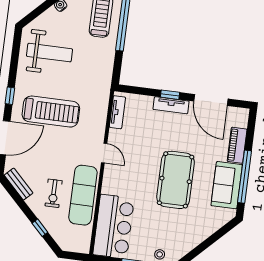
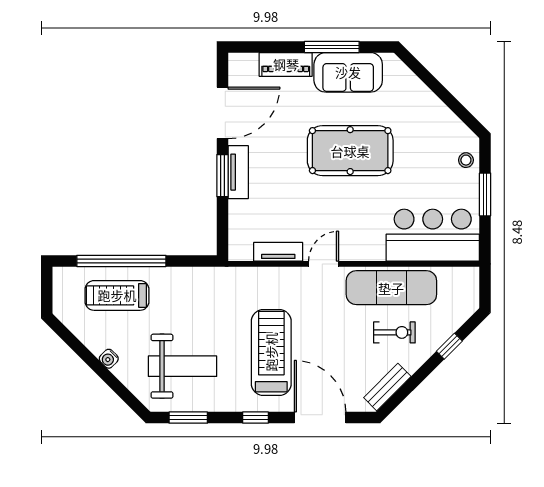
window: (16, 52) -> (188, 418), added
weight bench: (49, 53) -> (182, 366), turned 90
window: (170, 95) -> (222, 176), width x1.50
tv unit: (117, 112) -> (278, 252), moved
window: (245, 177) -> (332, 47), width x0.68

